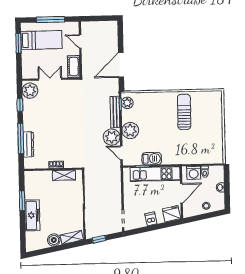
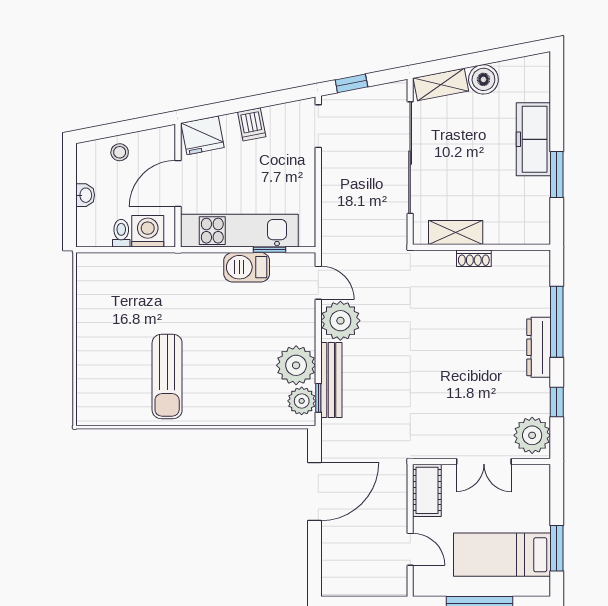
plant: (130, 130) -> (296, 365), moved
dresser: (28, 144) -> (539, 347), moved
window: (99, 239) -> (351, 83), moved

